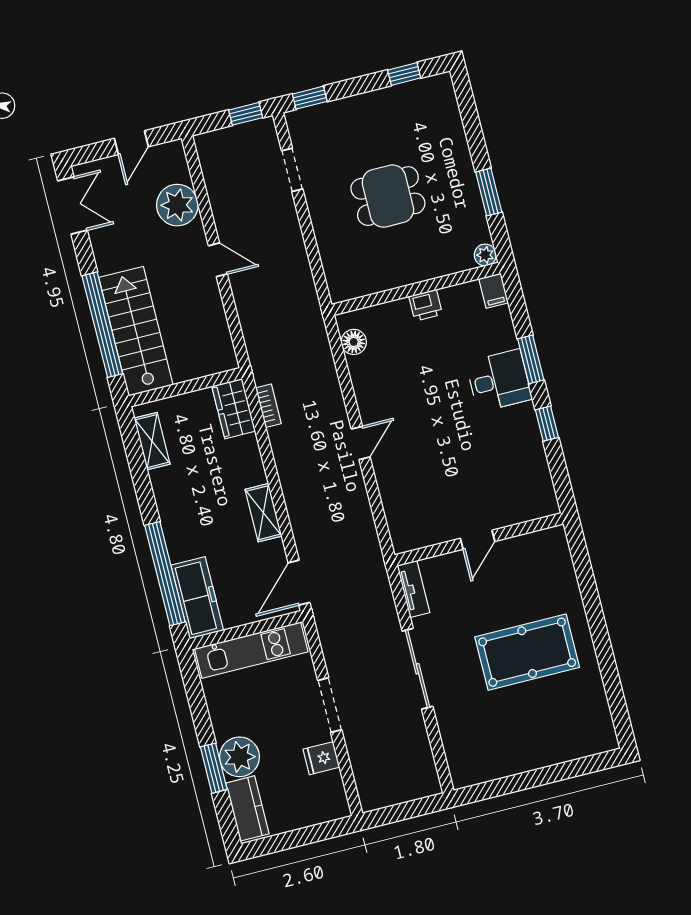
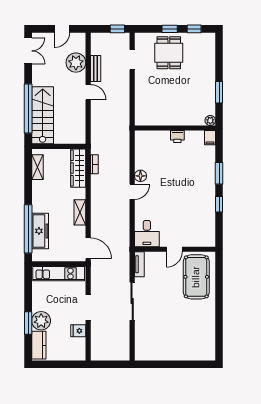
window: (310, 98) -> (170, 29), moved
dining table: (388, 196) -> (169, 53), moved, turned 90
bench: (221, 207) -> (96, 68), added
floor lamp: (354, 342) -> (140, 176), moved
desk: (499, 381) -> (147, 234), moved, turned 90
wardrobe: (234, 409) -> (78, 168), width x1.50
door: (299, 583) -> (88, 248), swing flipped
freezer: (197, 598) -> (40, 231), moved
pool table: (527, 652) -> (196, 277), moved, turned 90

